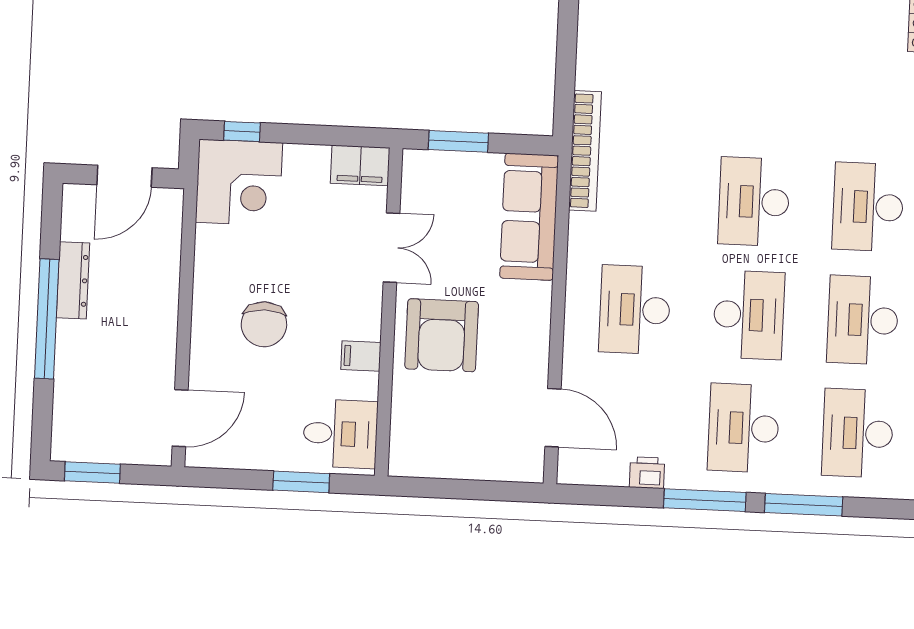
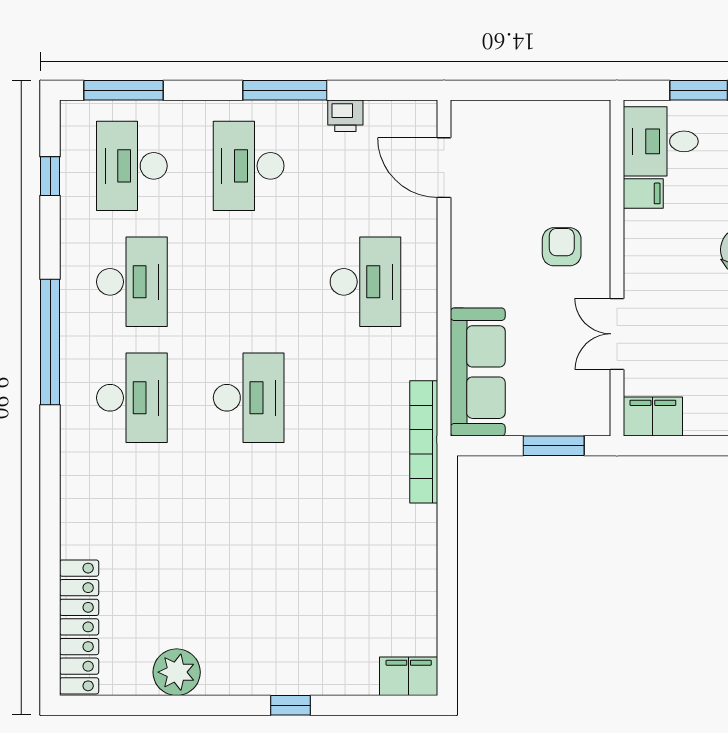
desk: (749, 315) -> (249, 282), removed
armchair: (442, 335) -> (562, 247), width x0.53, depth x0.53
filing cabinet: (361, 356) -> (643, 193), moved
desk: (744, 428) -> (249, 166), turned 180
desk: (858, 433) -> (132, 166), turned 180
window: (804, 505) -> (124, 90), moved

